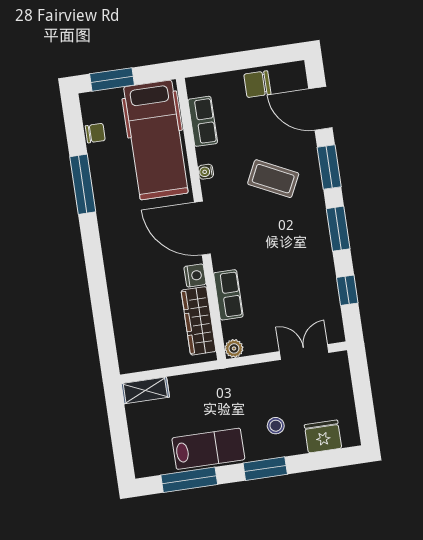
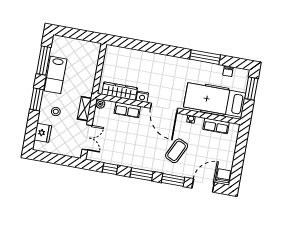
chair: (257, 84) -> (223, 176), moved
door: (202, 228) -> (164, 108), swing flipped
shelving: (145, 390) -> (85, 109), moved

